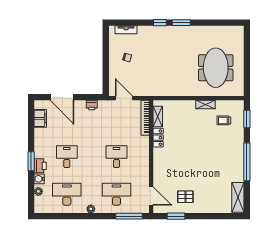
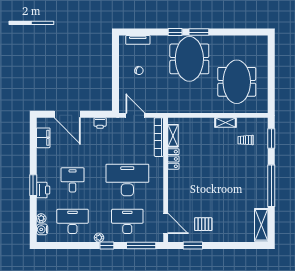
meeting table: (173, 47) -> (189, 59), added
desk: (116, 157) -> (127, 180), width x1.87, depth x1.30
water cooler: (39, 179) -> (42, 229), moved
window: (98, 216) -> (107, 246), added

